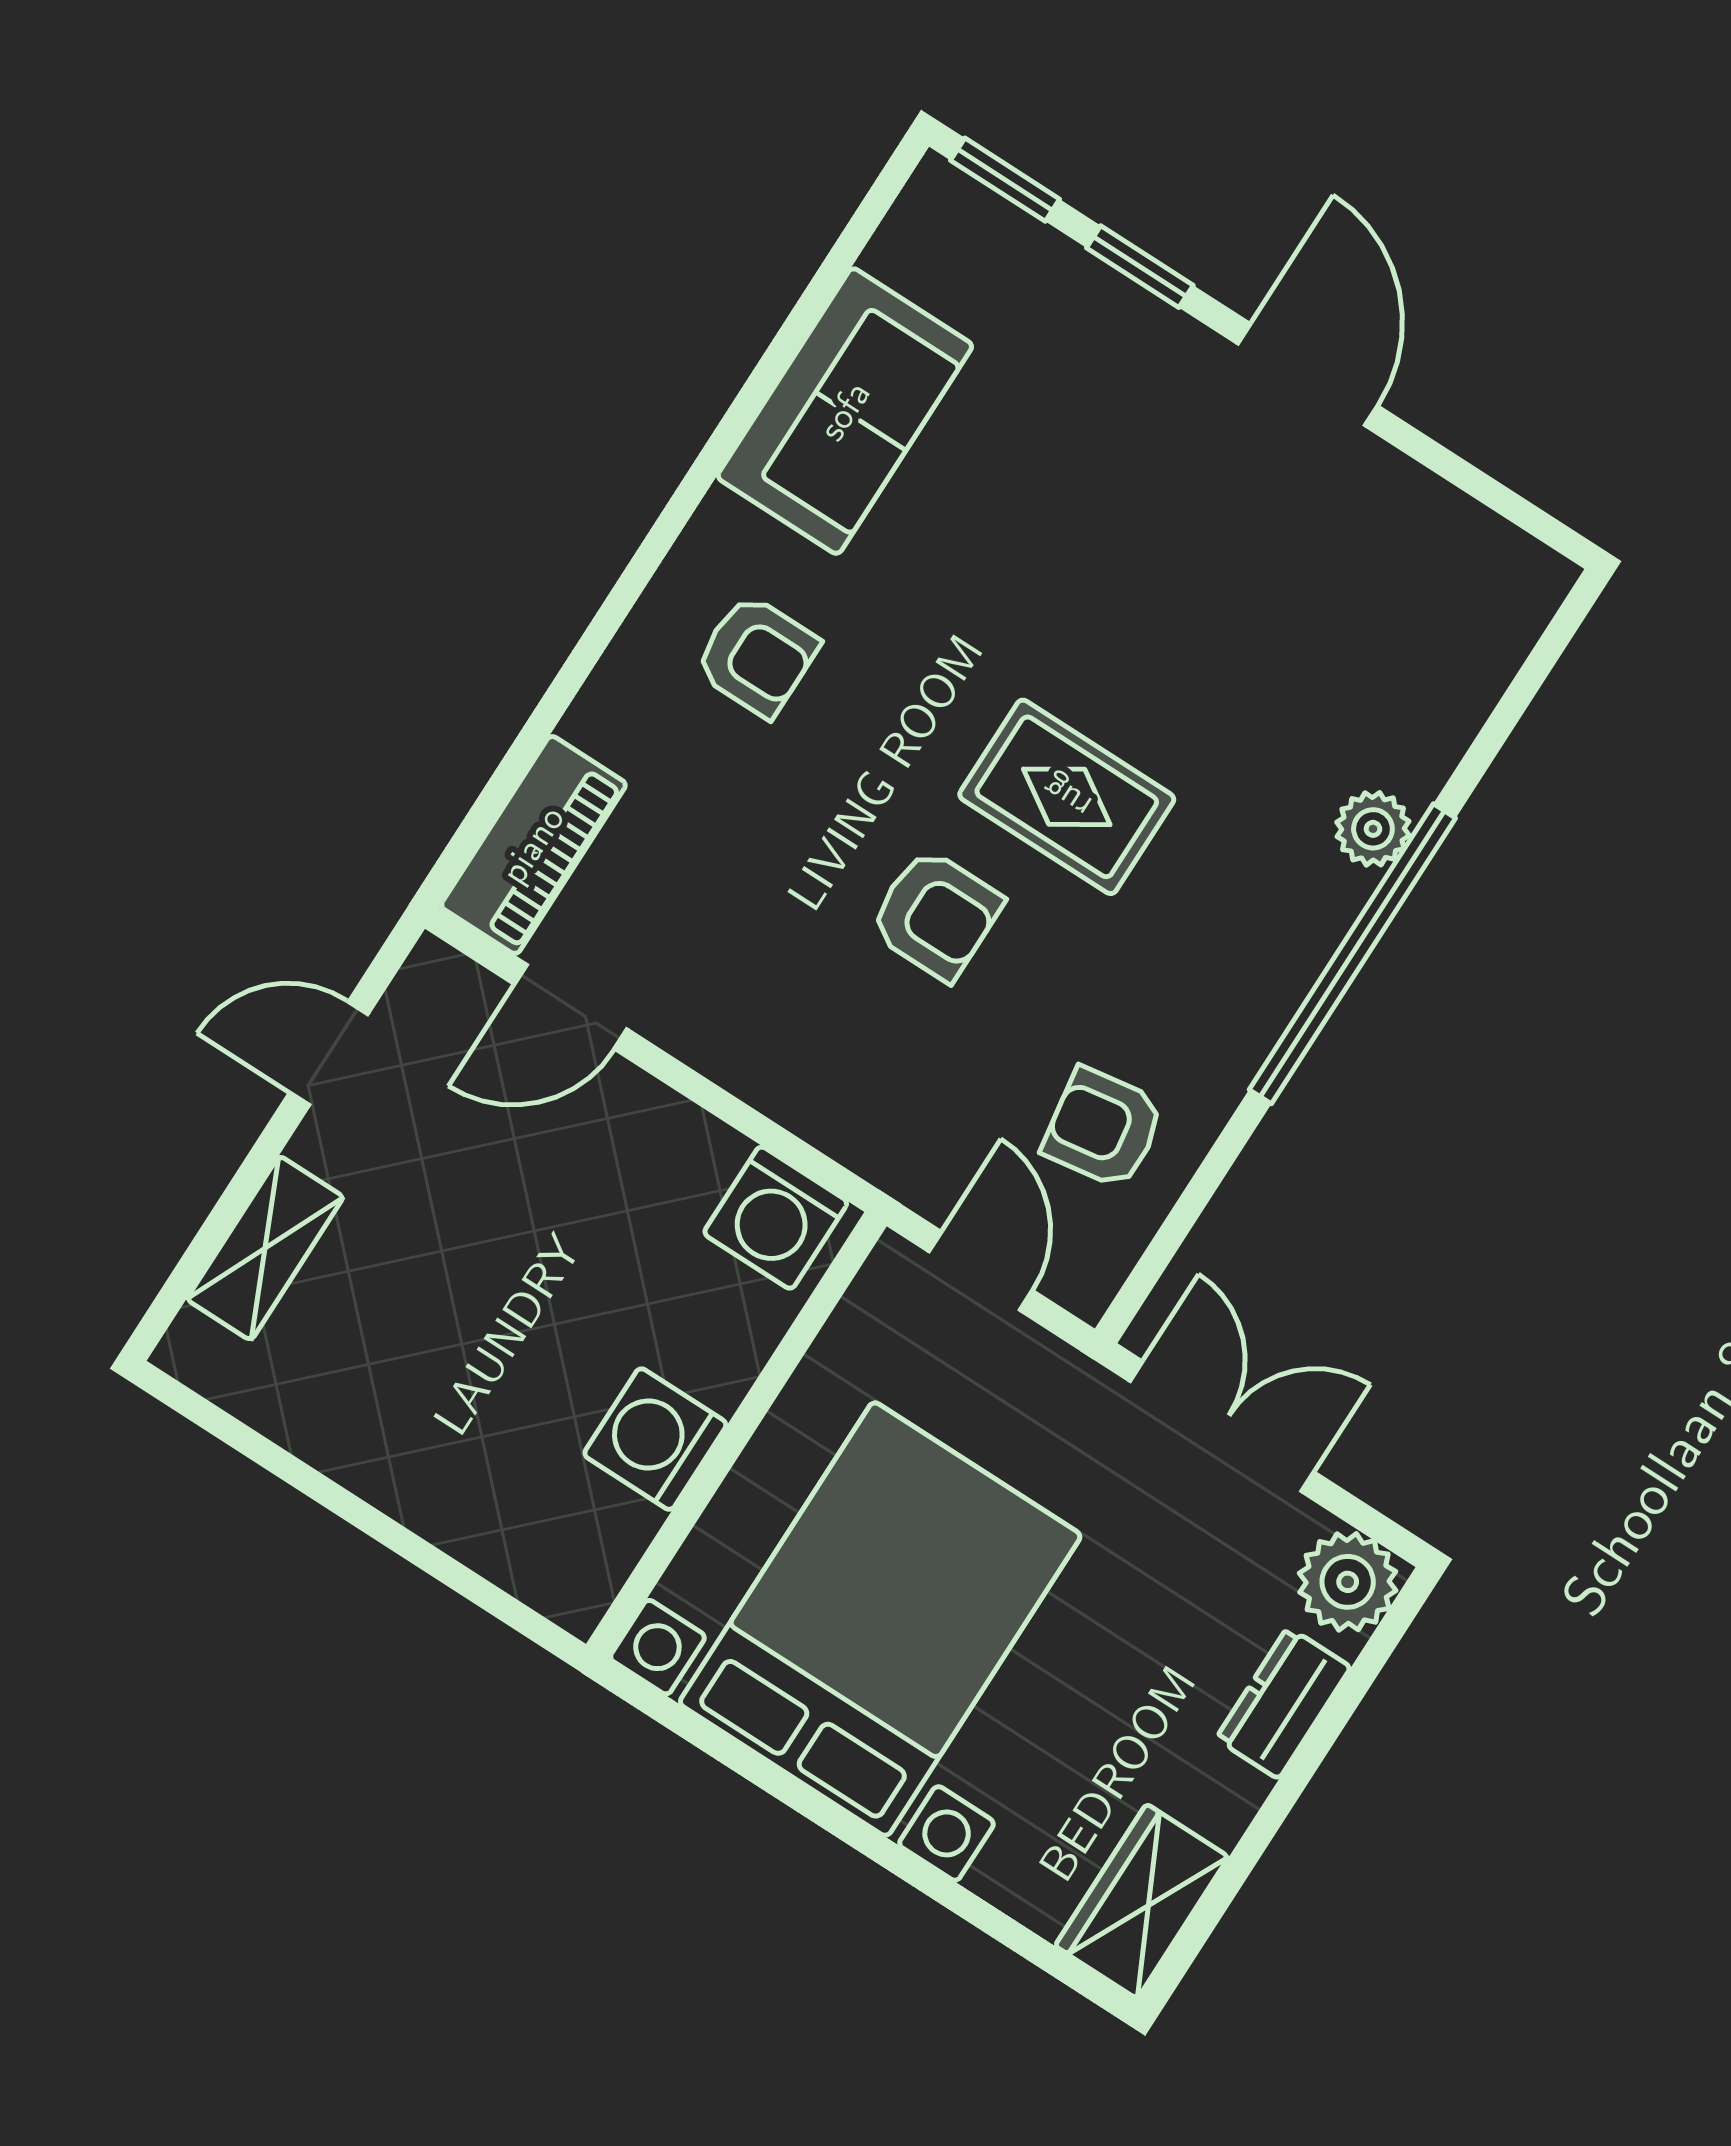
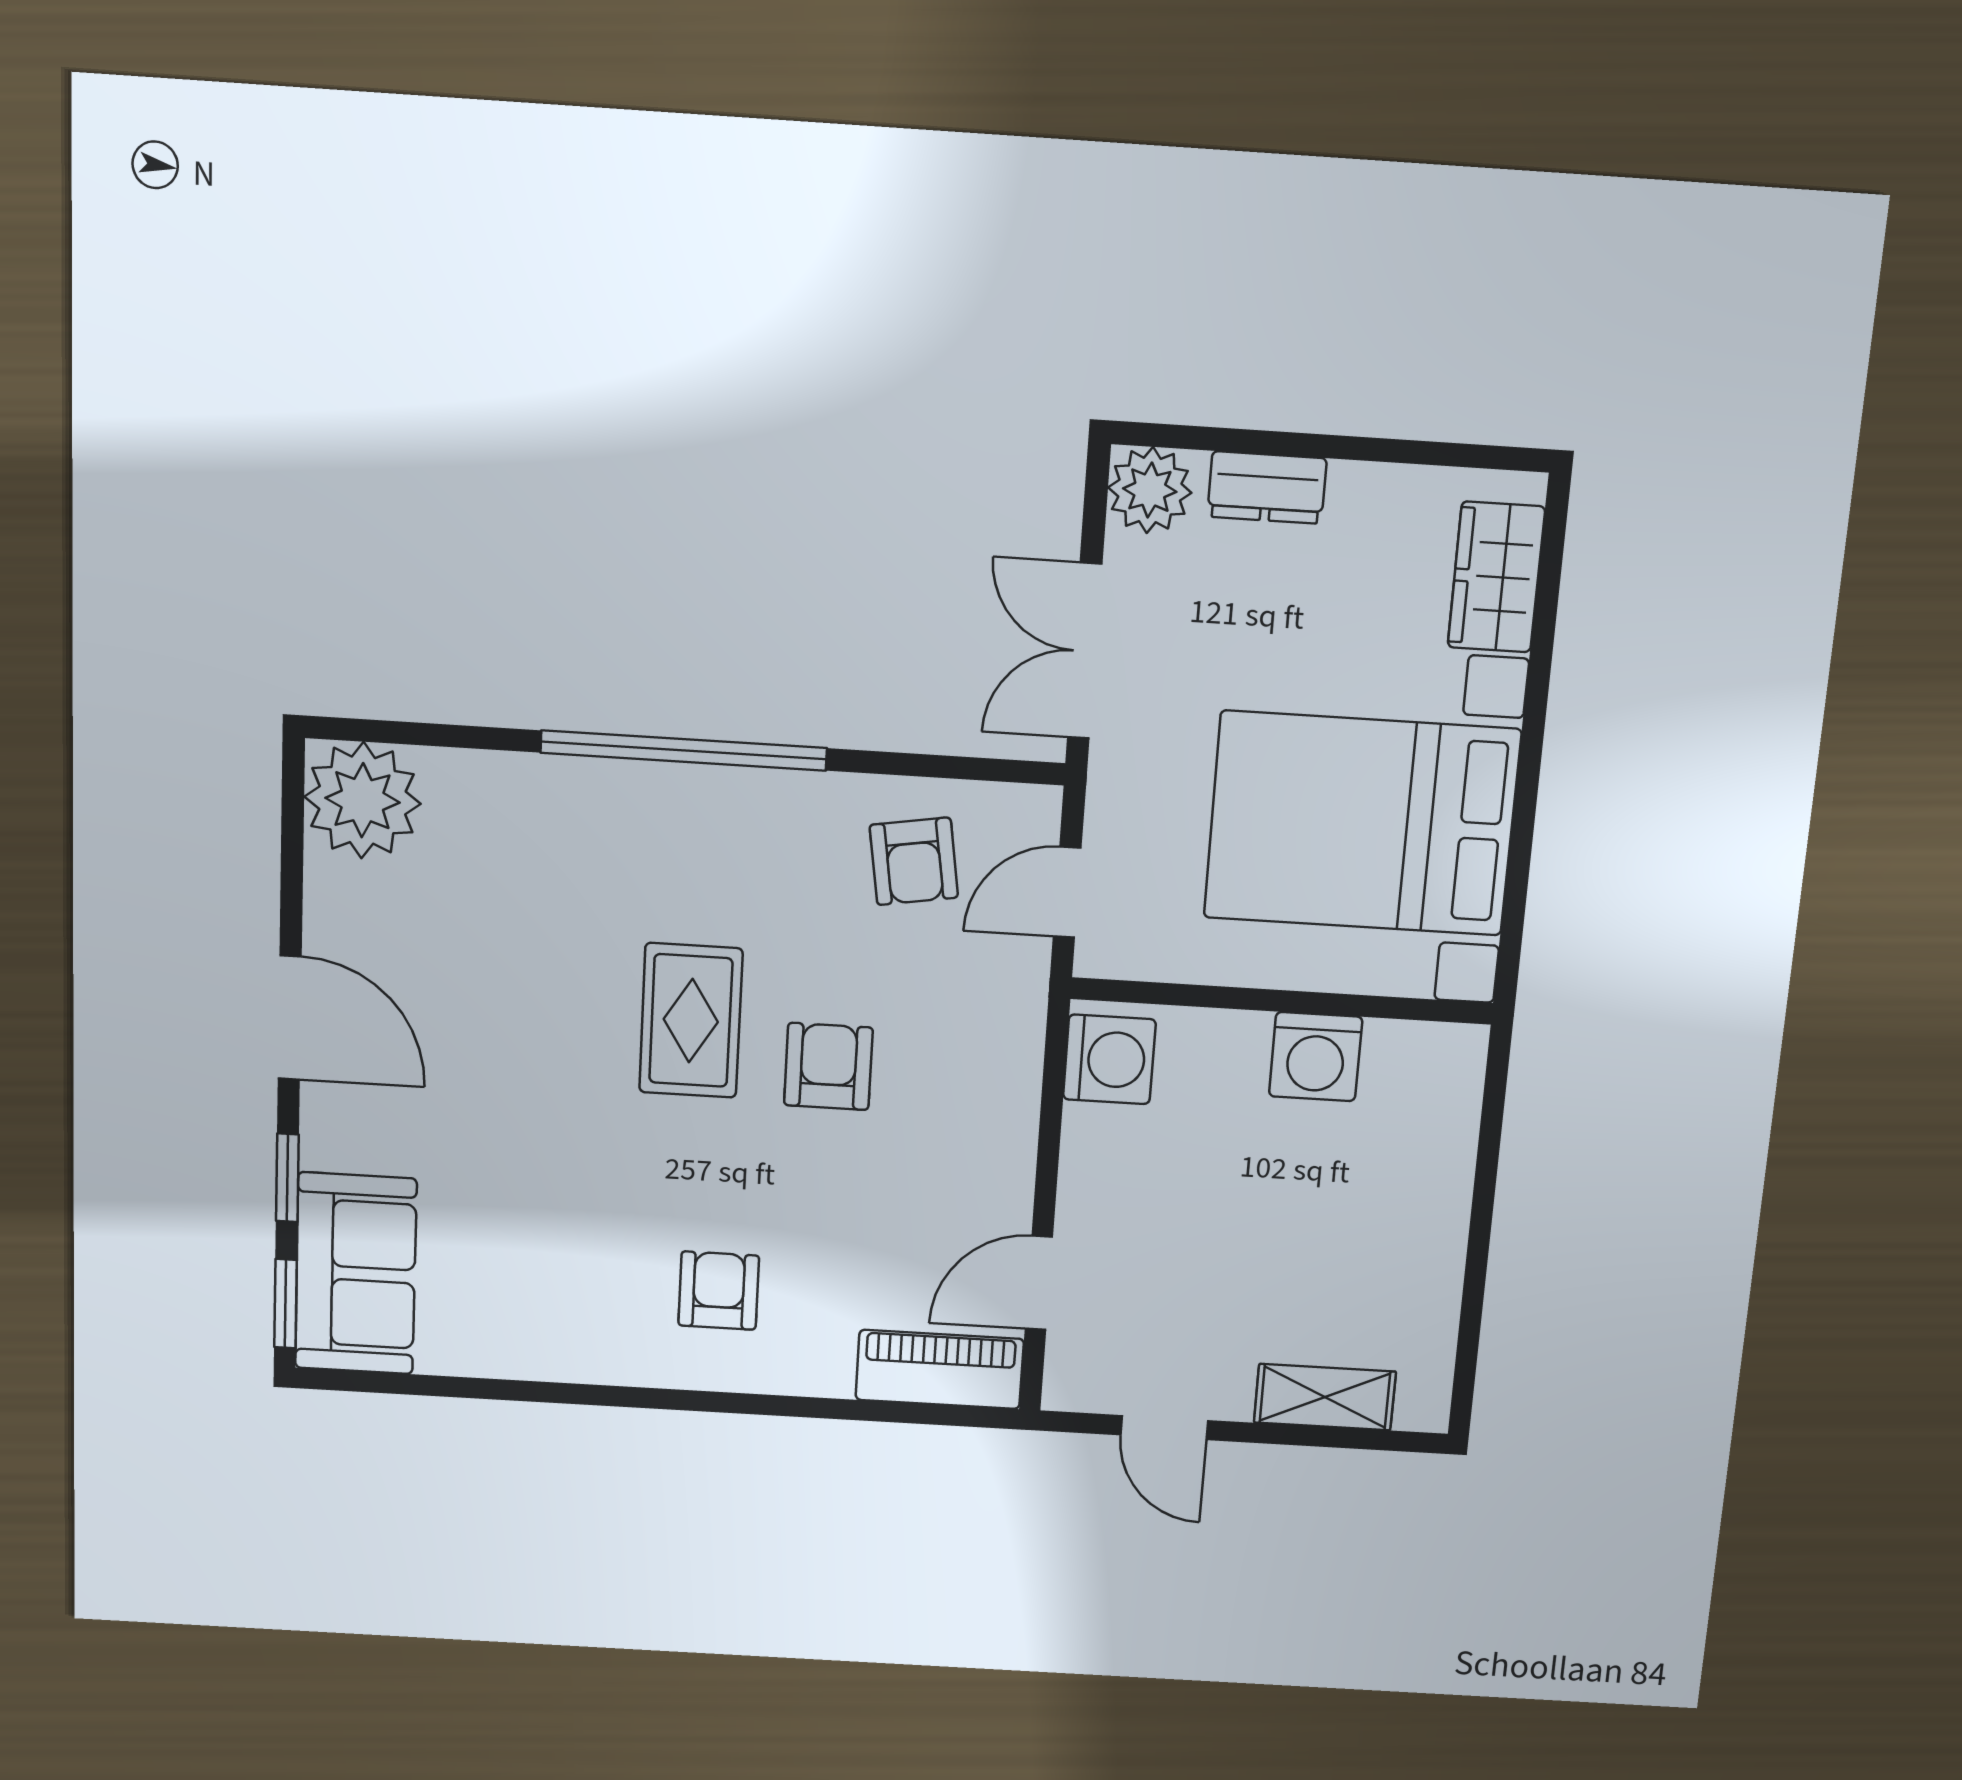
door: (1308, 375) -> (290, 1018), swing flipped
sofa: (845, 411) -> (356, 1274), moved, turned 90
plant: (1373, 829) -> (362, 800), moved, width x1.88, depth x1.88
door: (571, 1007) -> (1039, 1283), swing flipped
wardrobe: (1142, 1901) -> (1496, 577), moved, turned 90

